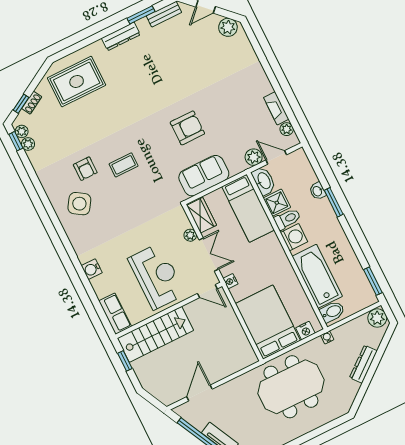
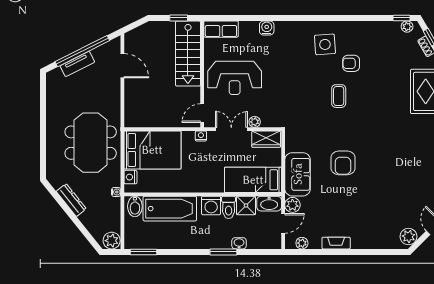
fireplace: (276, 108) -> (336, 243), moved
plant: (28, 144) -> (394, 27), removed
sofa: (204, 176) -> (298, 174), moved
side table: (79, 204) -> (325, 44), turned -37
double door: (209, 254) -> (231, 129), swing flipped
dresser: (363, 364) -> (71, 200), moved

